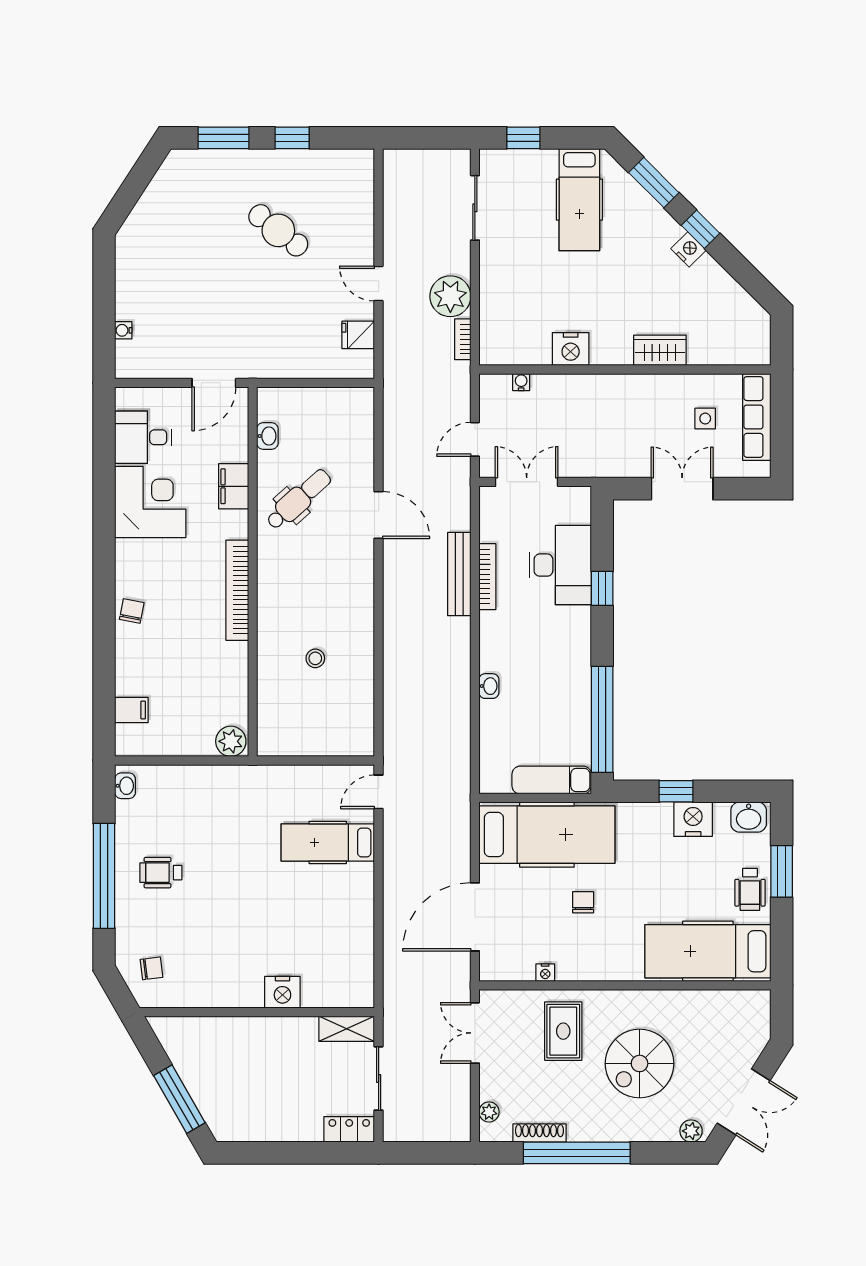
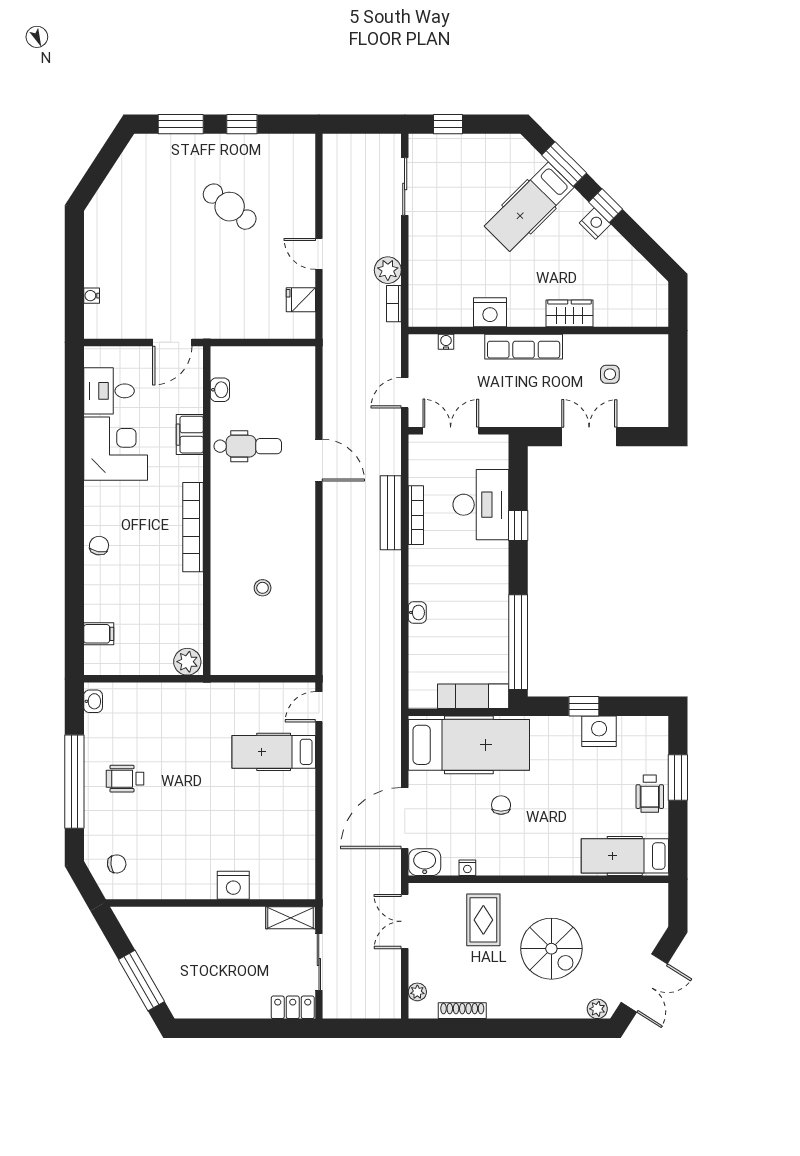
hospital bed: (579, 200) -> (529, 207), moved, turned 45
plant: (450, 296) -> (388, 270), width x0.73, depth x0.73
row of seats: (757, 417) -> (524, 347), moved, turned -90
dental chair: (299, 499) -> (248, 446), turned 42
washbasin: (749, 817) -> (425, 862), moved, turned 180
hospital bed: (708, 951) -> (625, 856), width x0.73, depth x0.78
spiral stairs: (640, 1063) -> (551, 949), turned -90
window: (577, 1153) -> (495, 1028), removed

